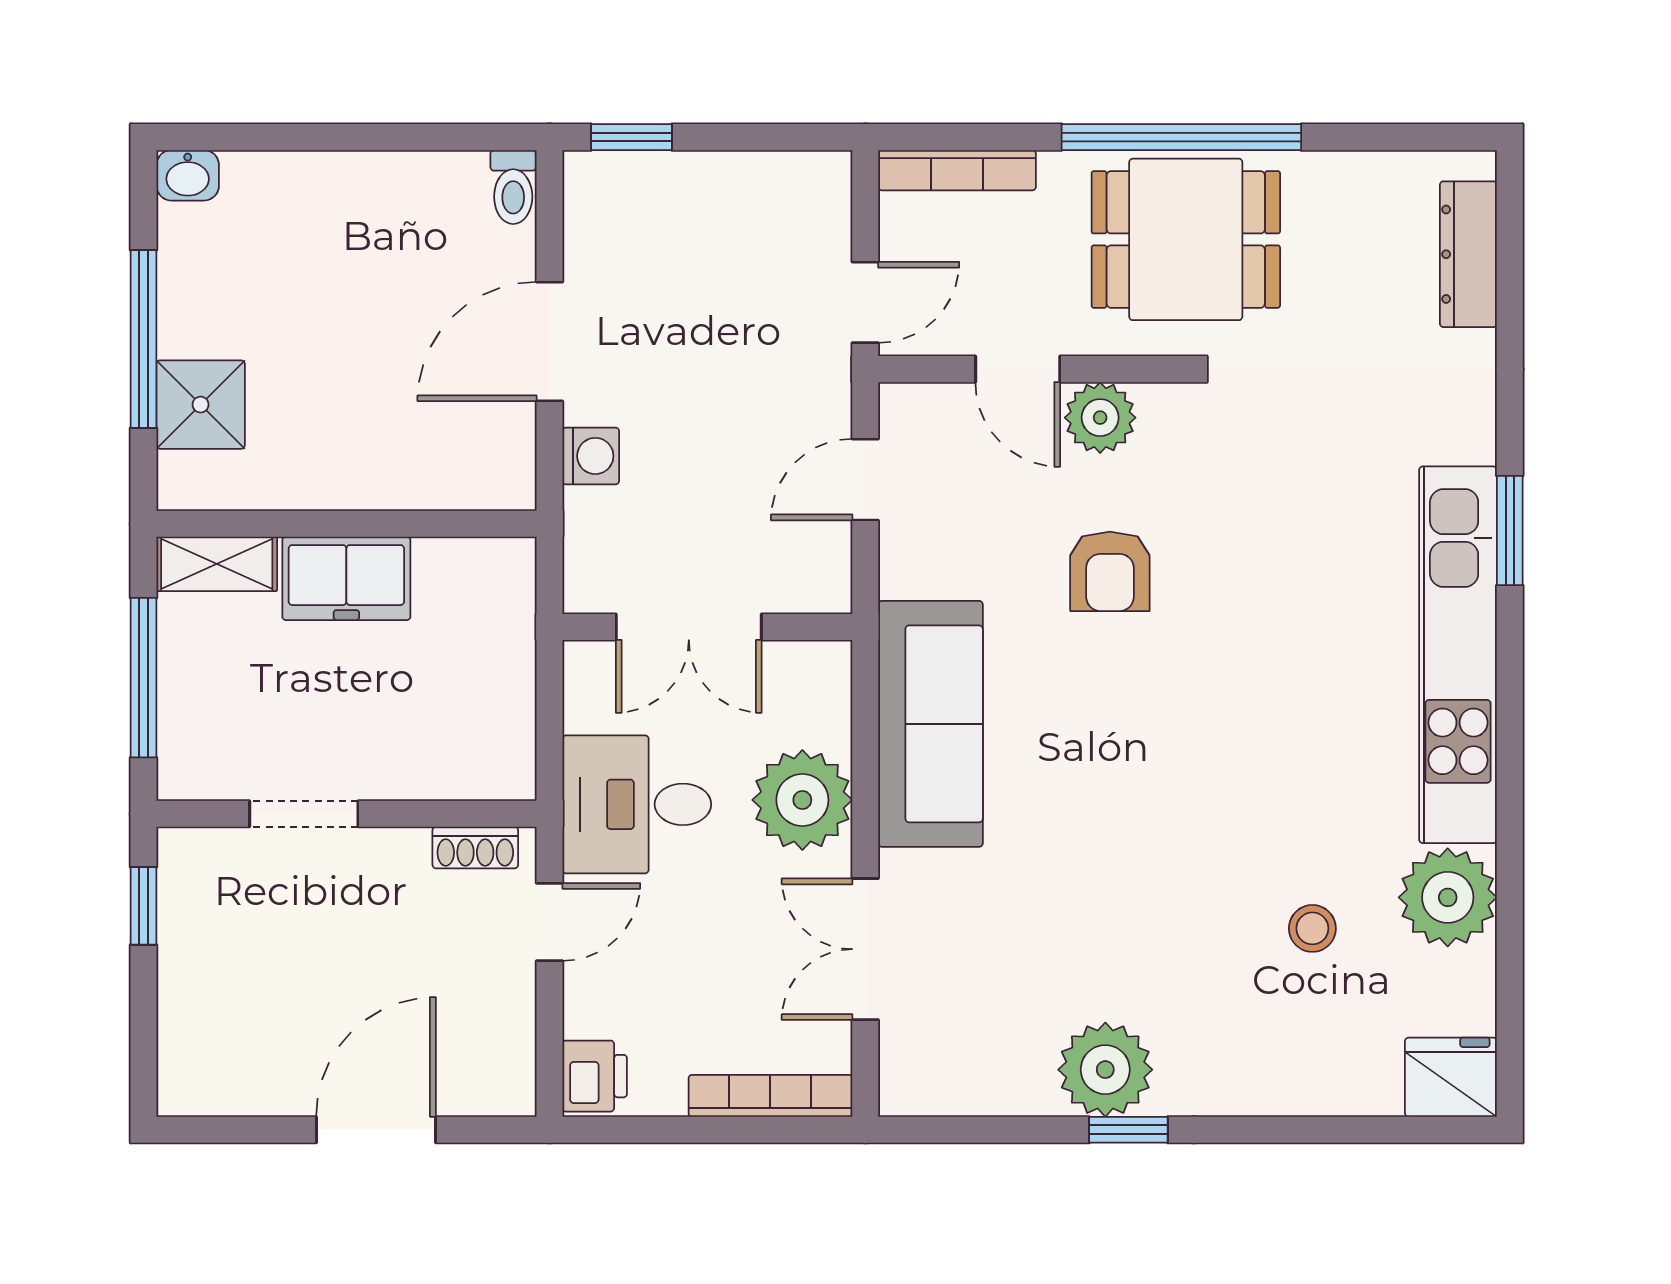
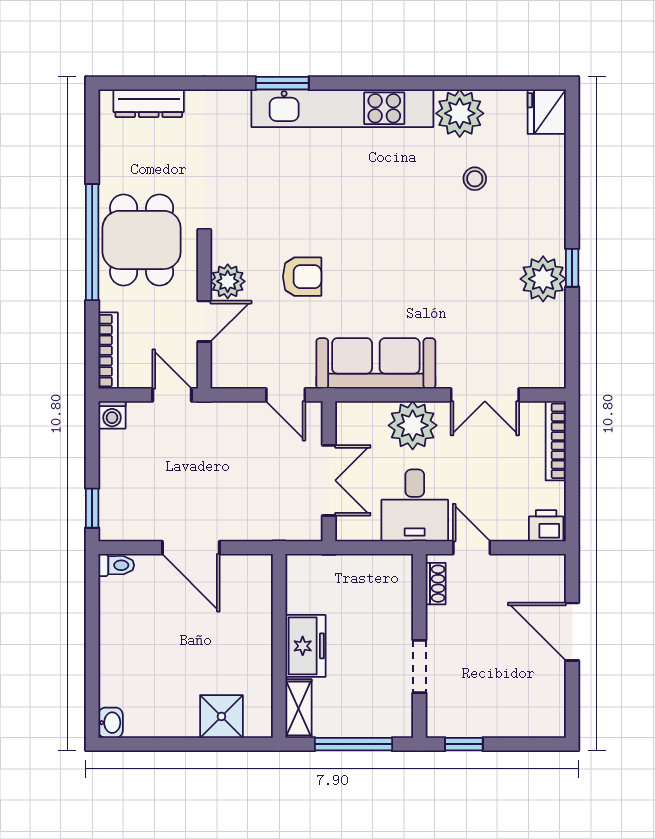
window: (143, 339) -> (190, 744), removed
washing machine: (591, 456) -> (112, 415), moved, turned 180
door: (865, 480) -> (286, 395), moved

